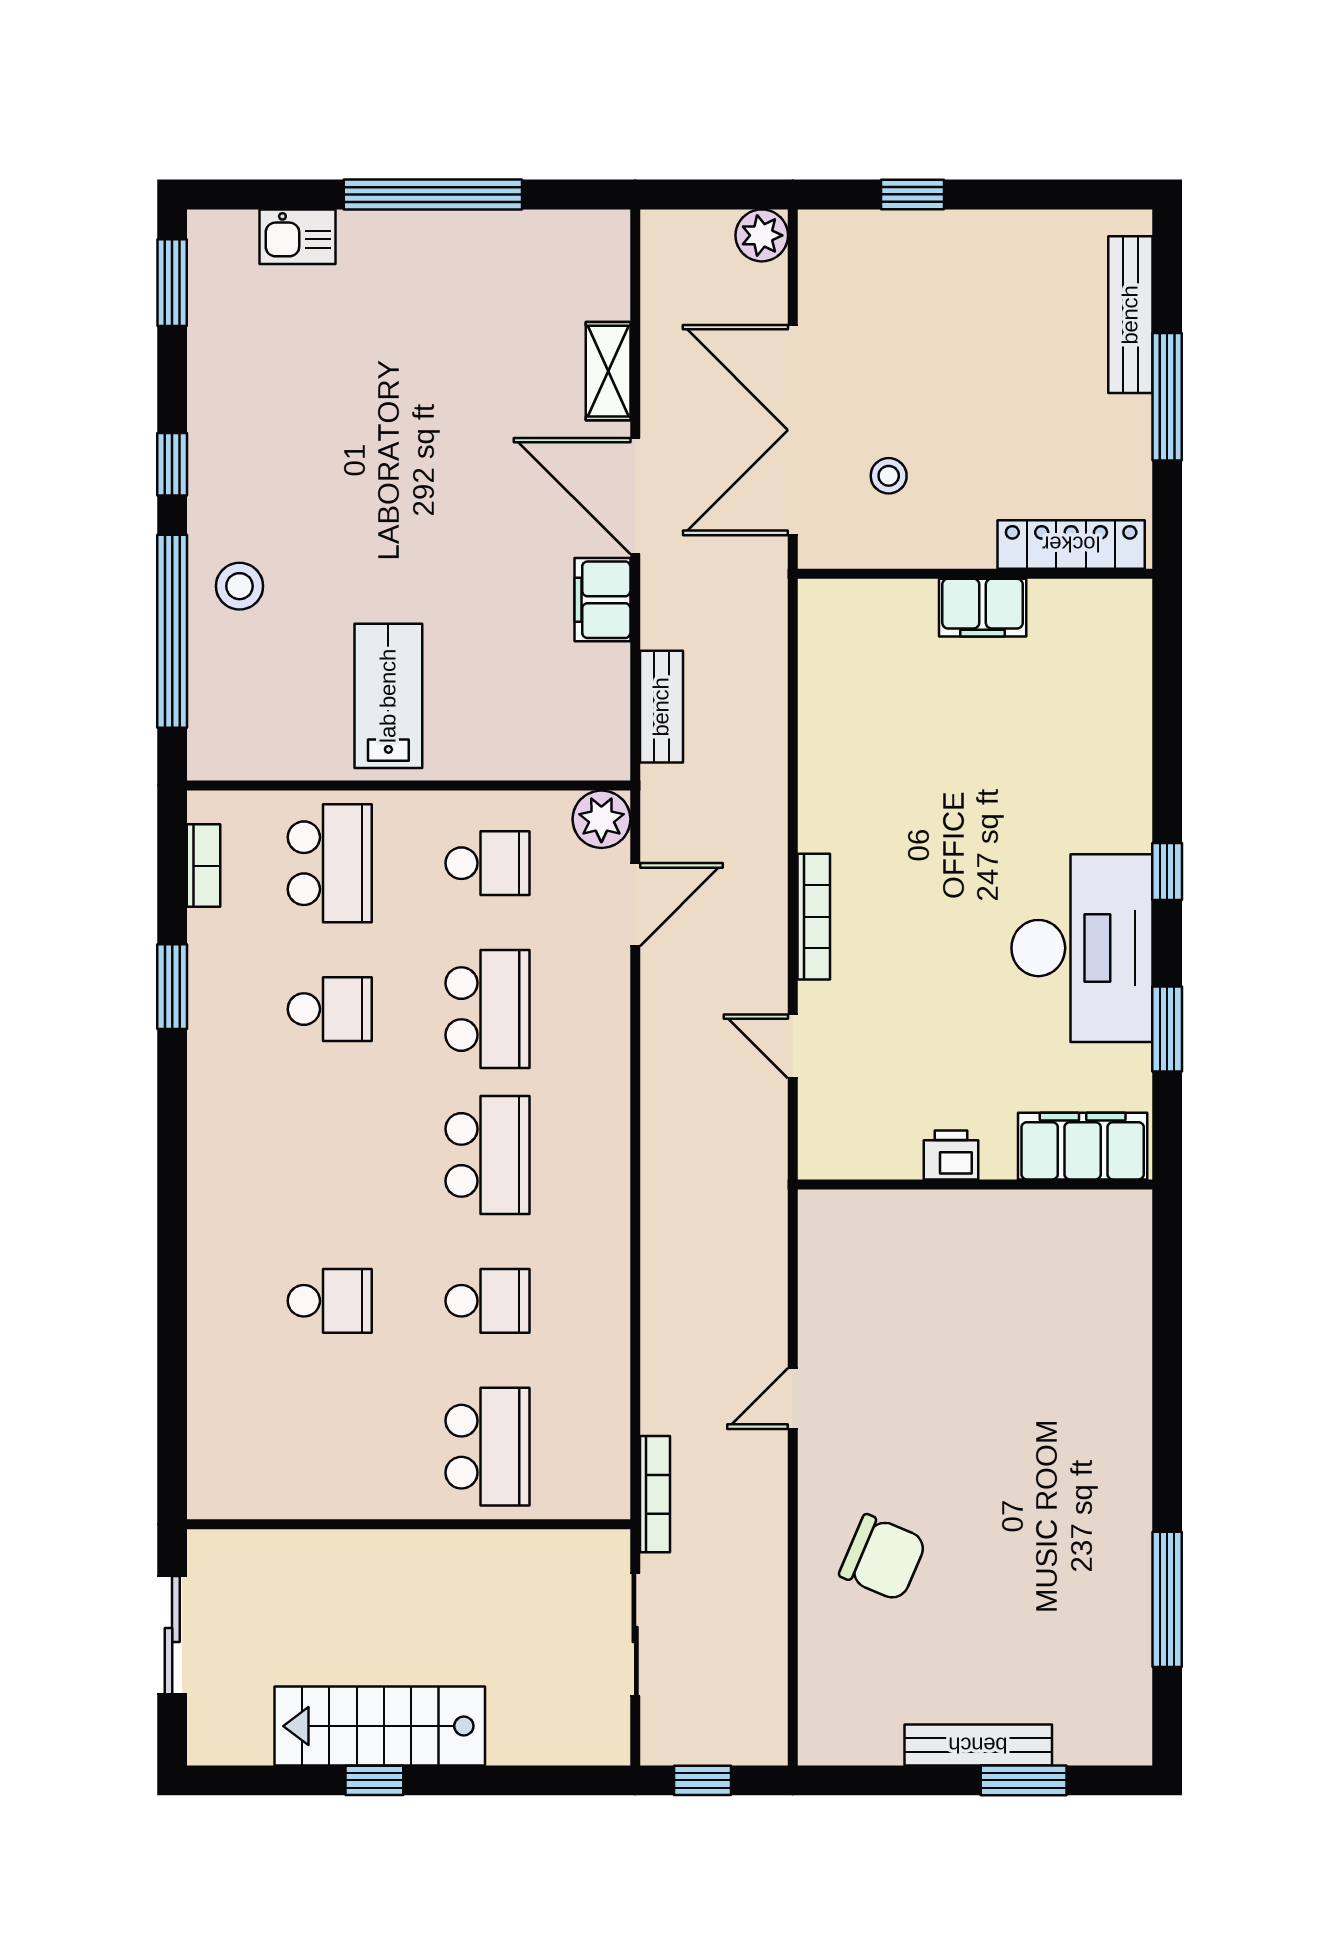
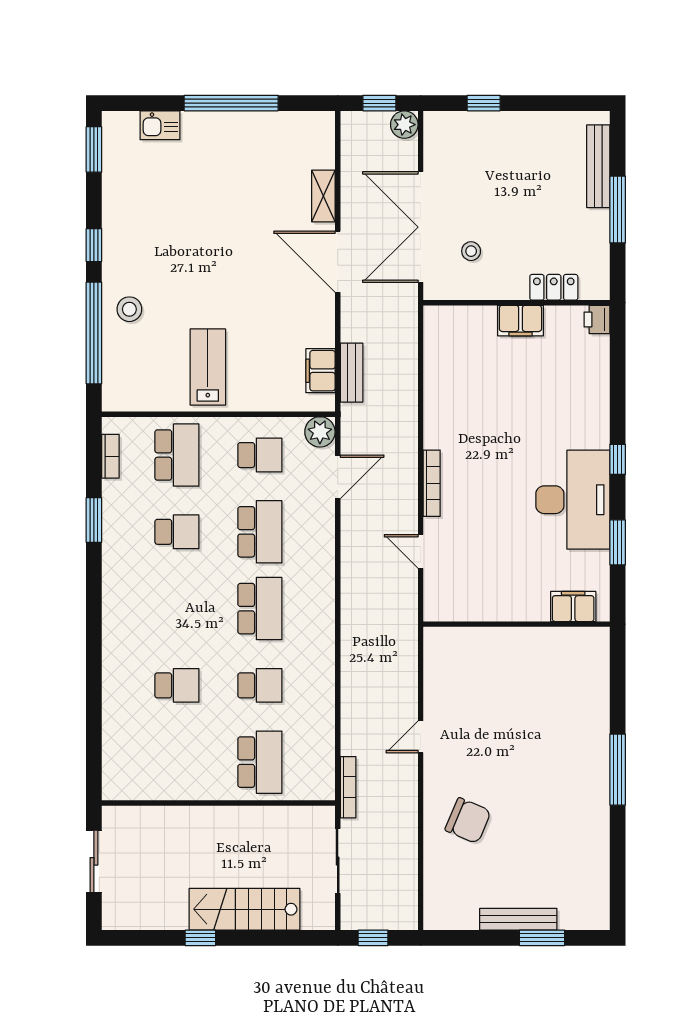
window: (714, 194) -> (379, 103), added
locker: (1071, 544) -> (554, 287), width x0.66
filing cabinet: (602, 600) -> (320, 371), moved
filing cabinet: (1083, 1146) -> (573, 606), width x0.67, depth x0.86
printer: (951, 1155) -> (597, 320), moved, turned -90
window: (1167, 1599) -> (618, 770), moved
stairs: (380, 1726) -> (245, 909), moved

